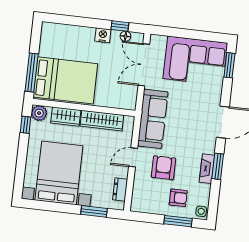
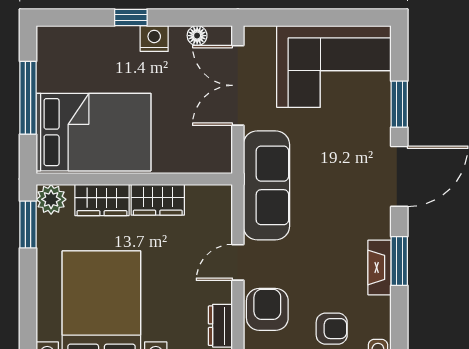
window: (120, 26) -> (131, 18), moved
window: (229, 65) -> (399, 104), moved
window: (32, 72) -> (28, 98), moved
wardrobe: (102, 121) -> (158, 200), width x0.67
window: (26, 125) -> (28, 224), width x1.50
armchair: (163, 168) -> (267, 309), moved

